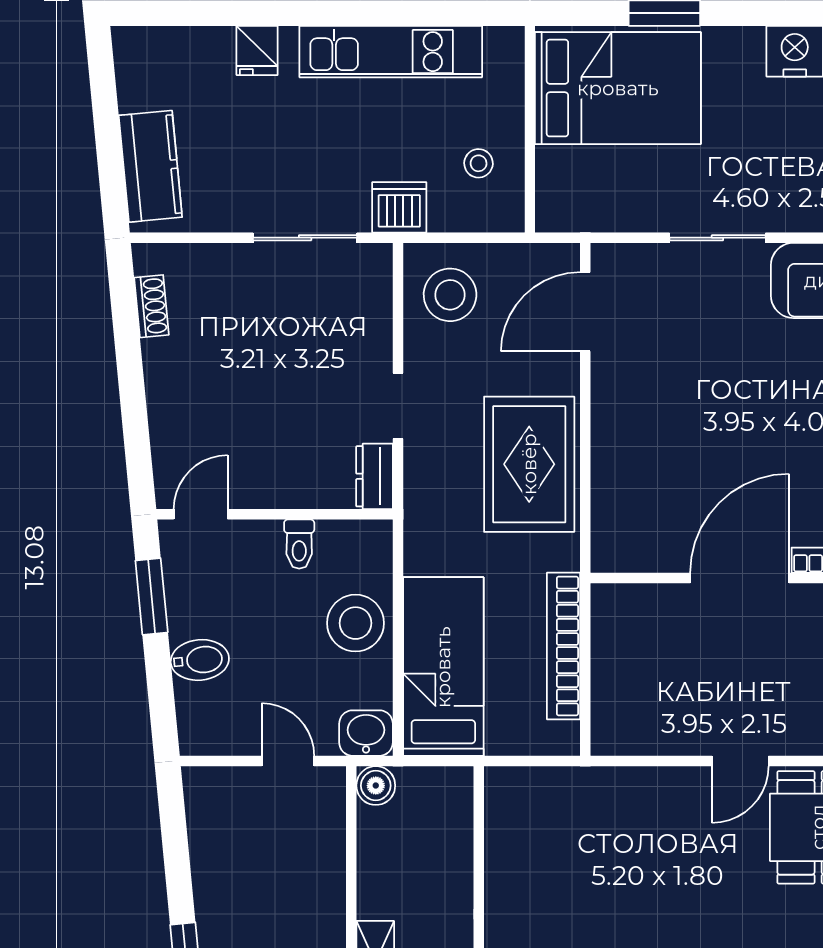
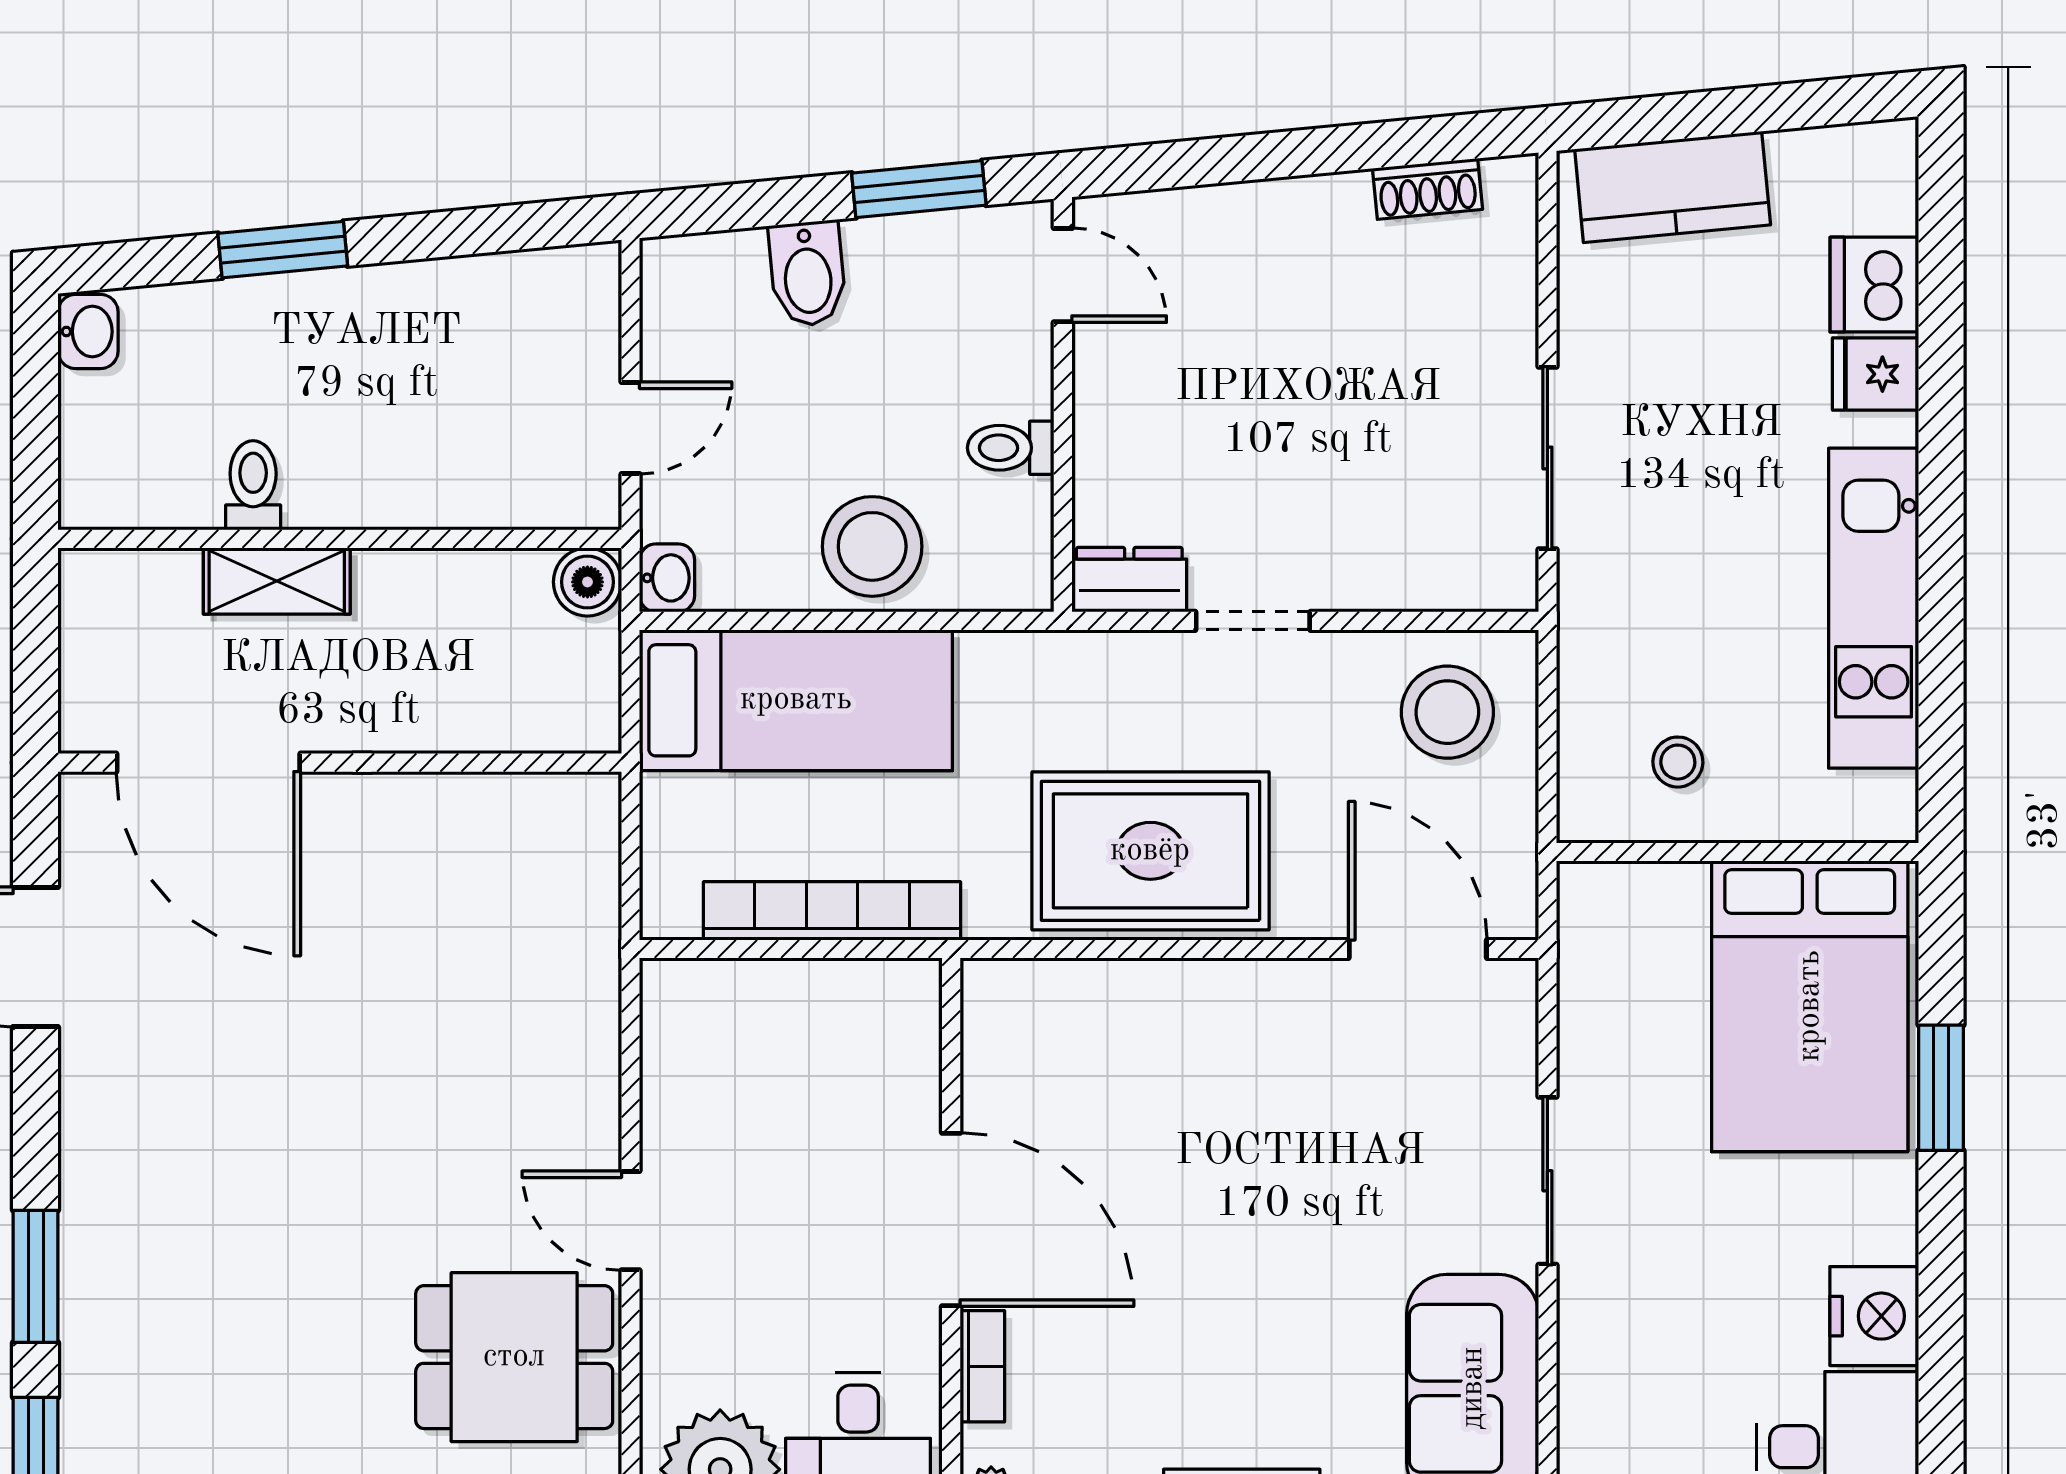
dishwasher: (399, 207) -> (1874, 285), moved, turned 180
washbasin: (366, 733) -> (667, 578), width x0.72, depth x0.69

